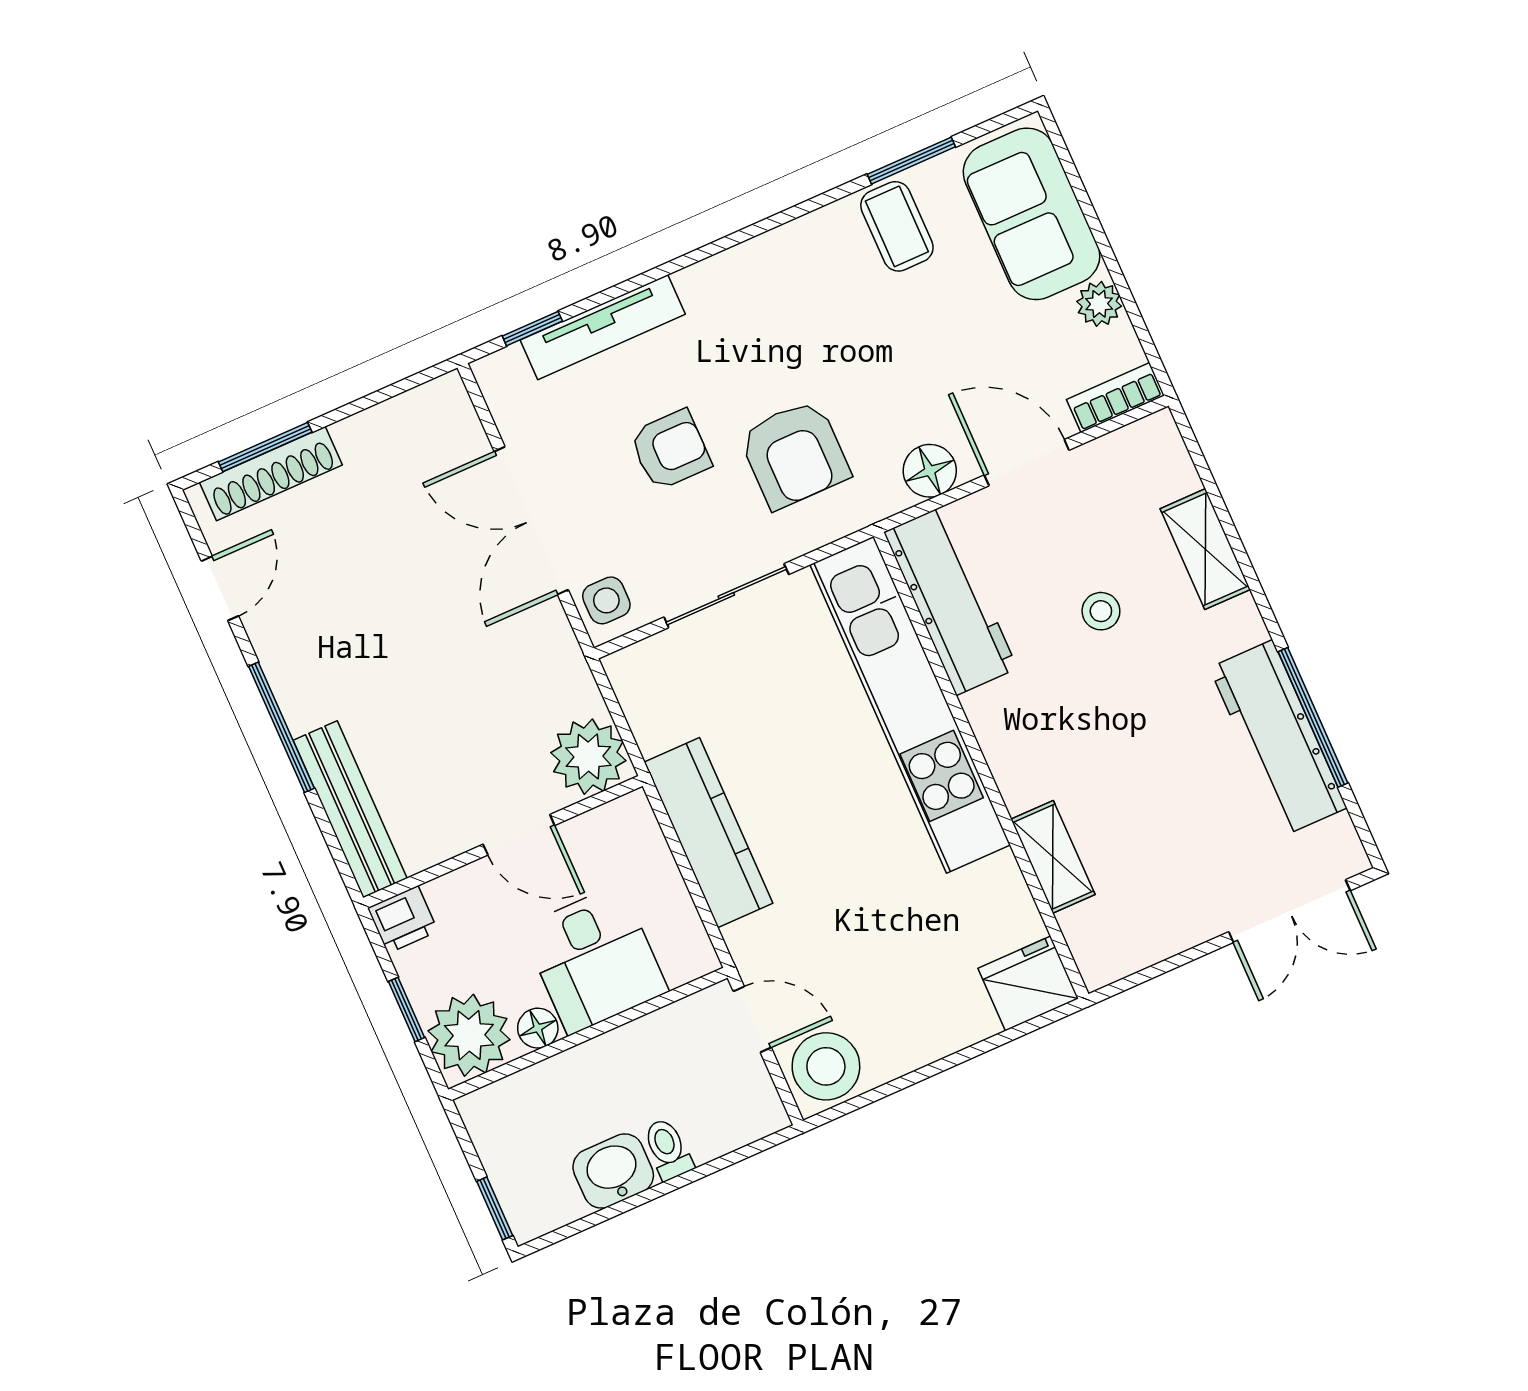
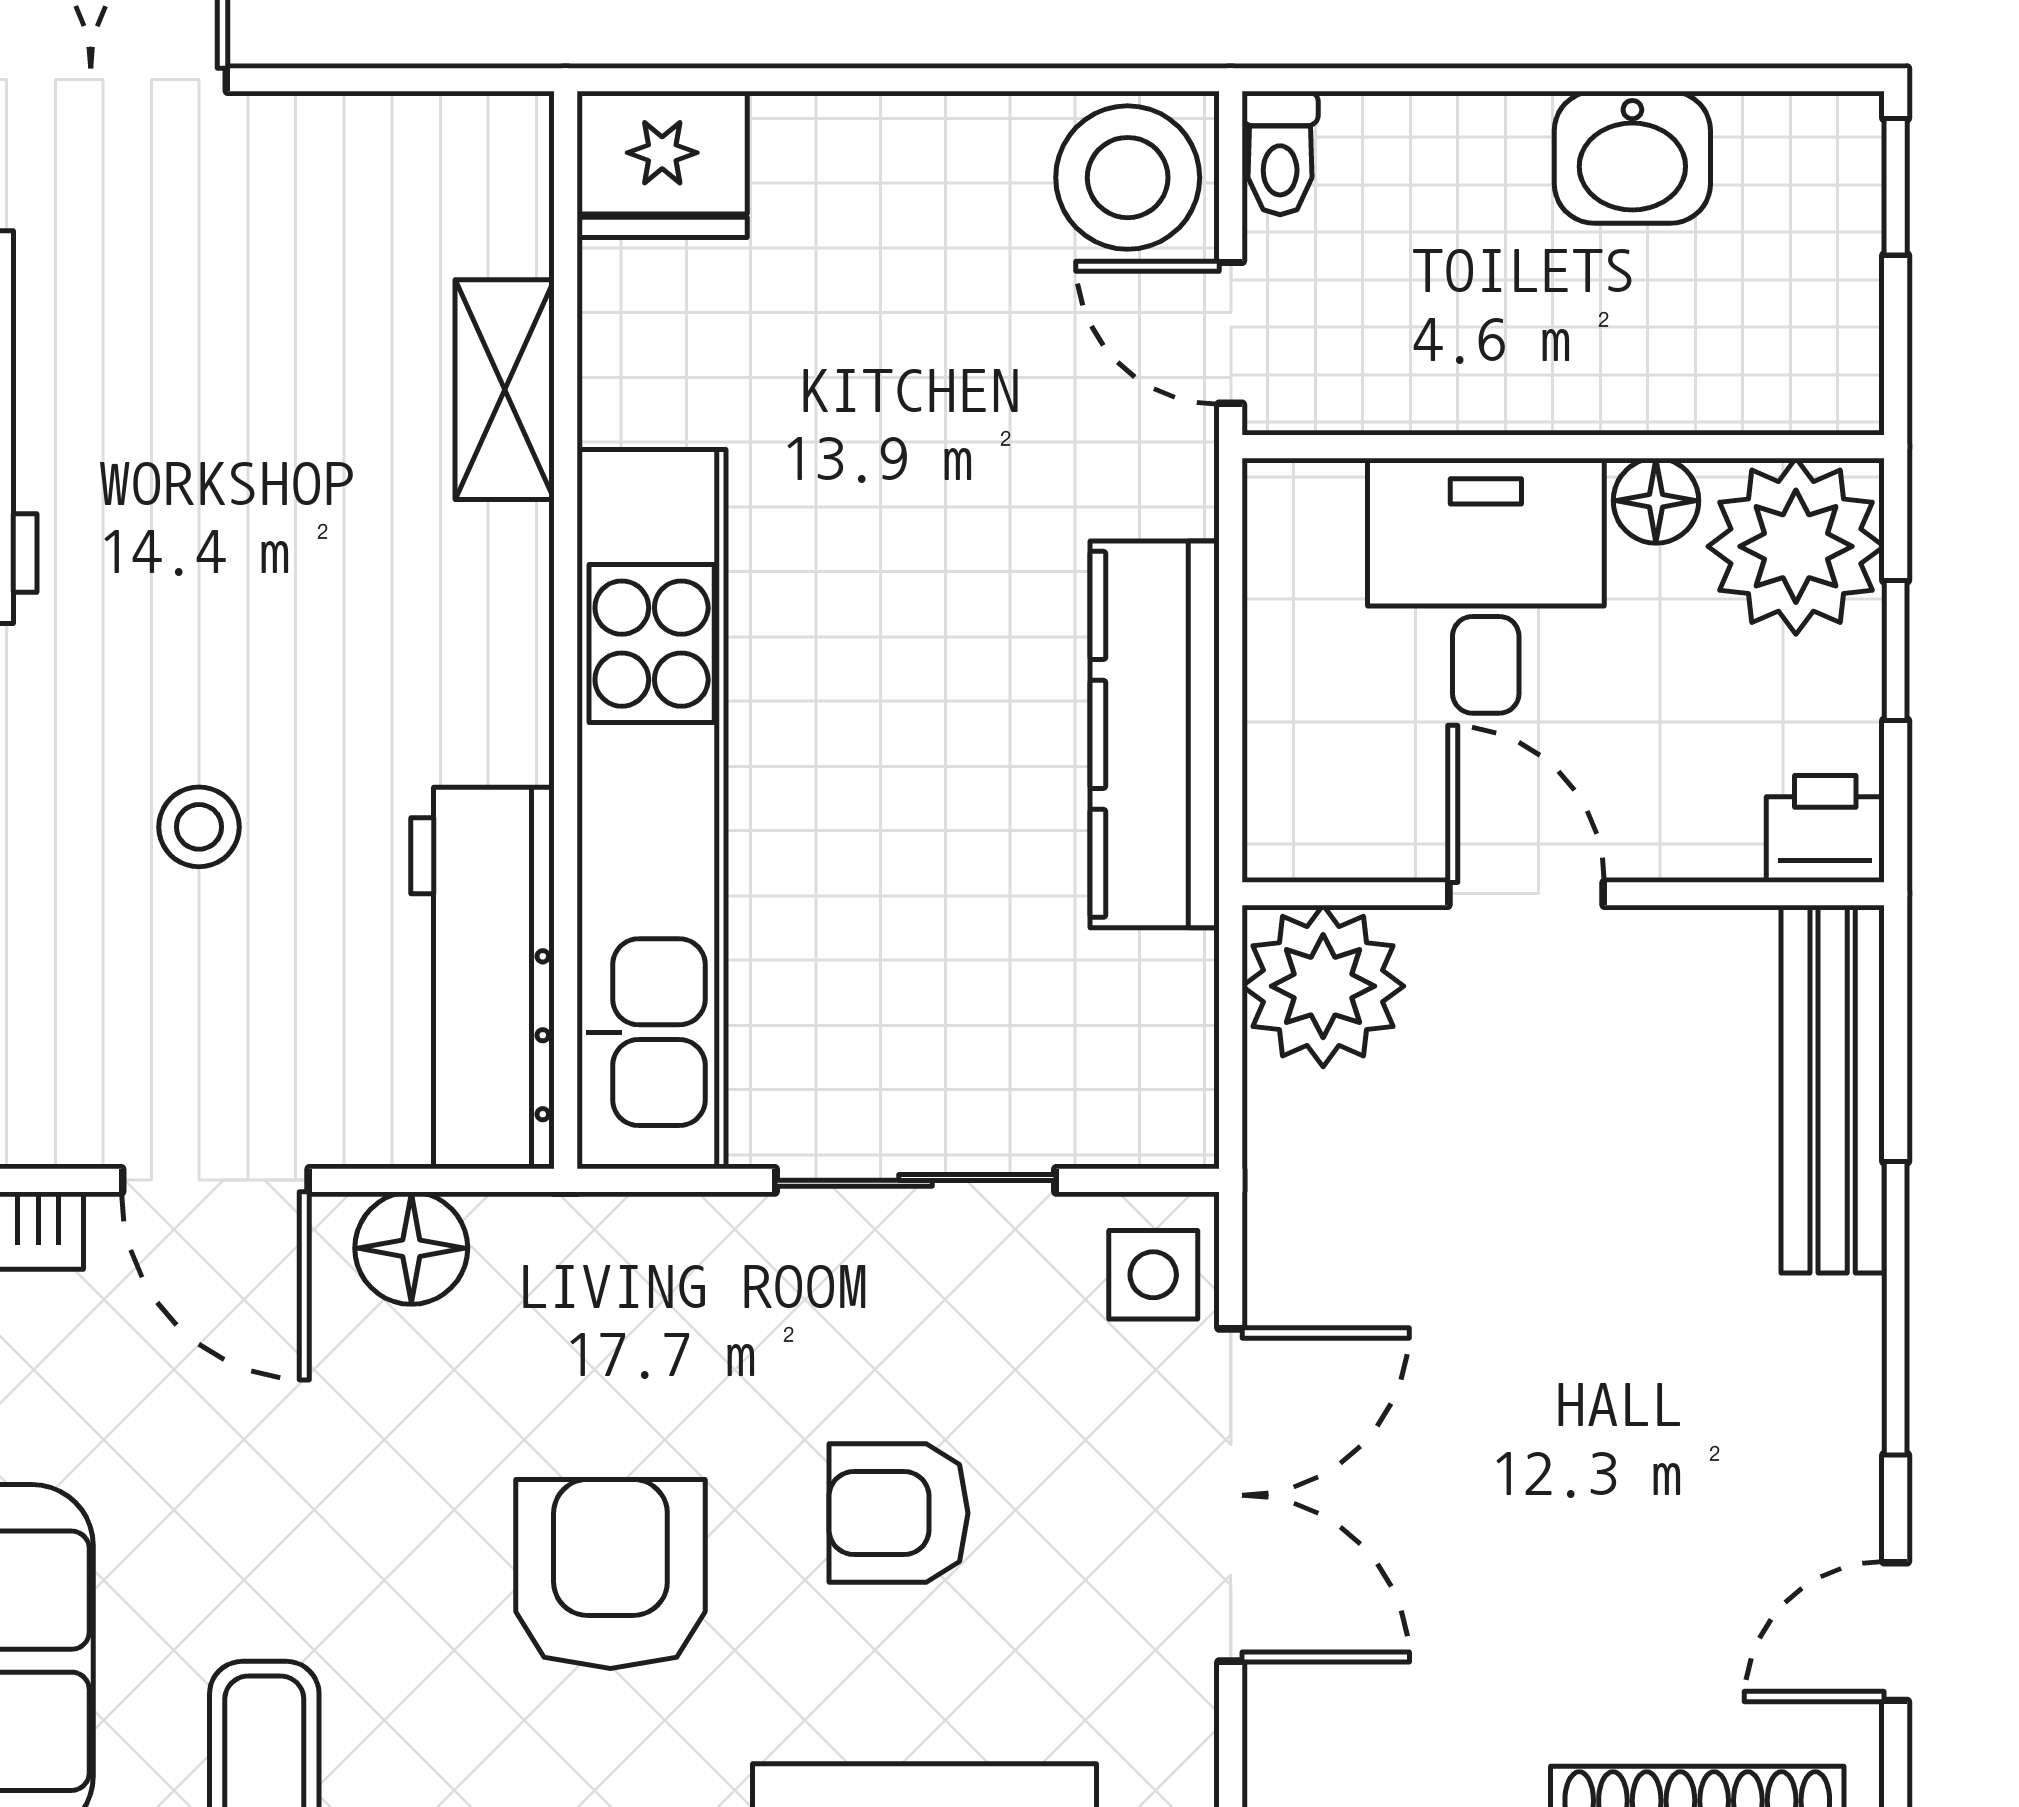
armchair: (794, 454) -> (610, 1574), moved
toilet: (668, 1149) -> (1280, 153), moved

